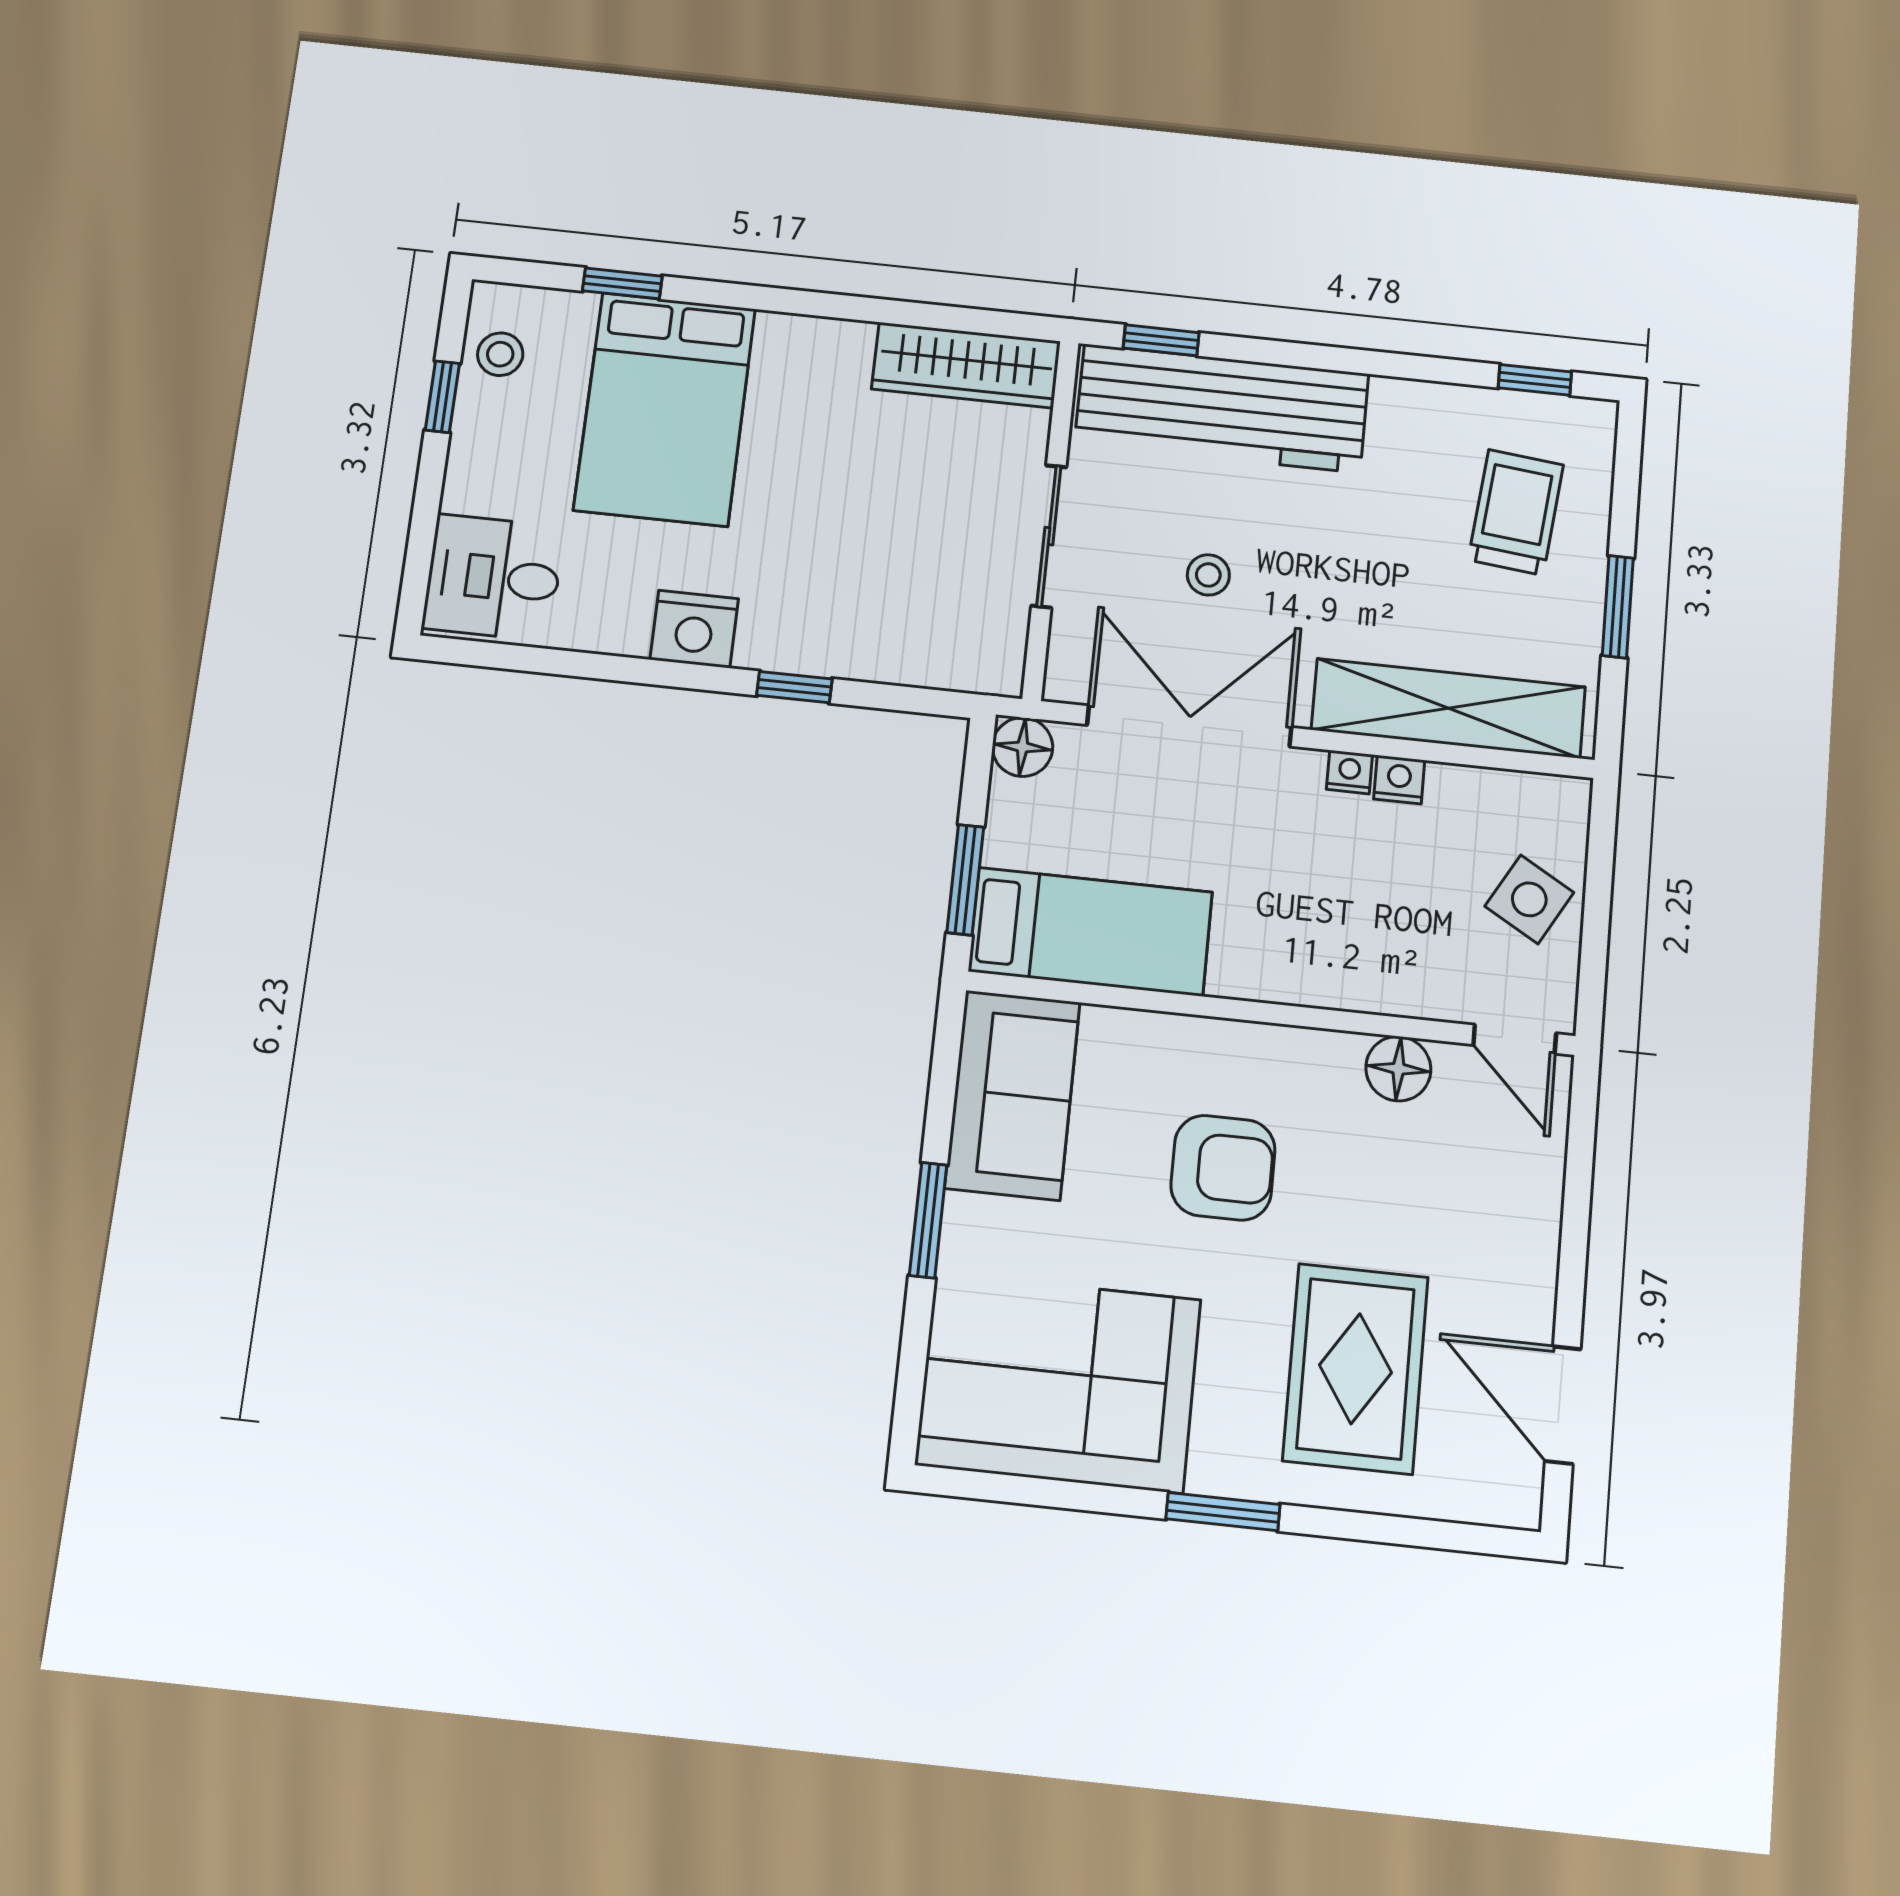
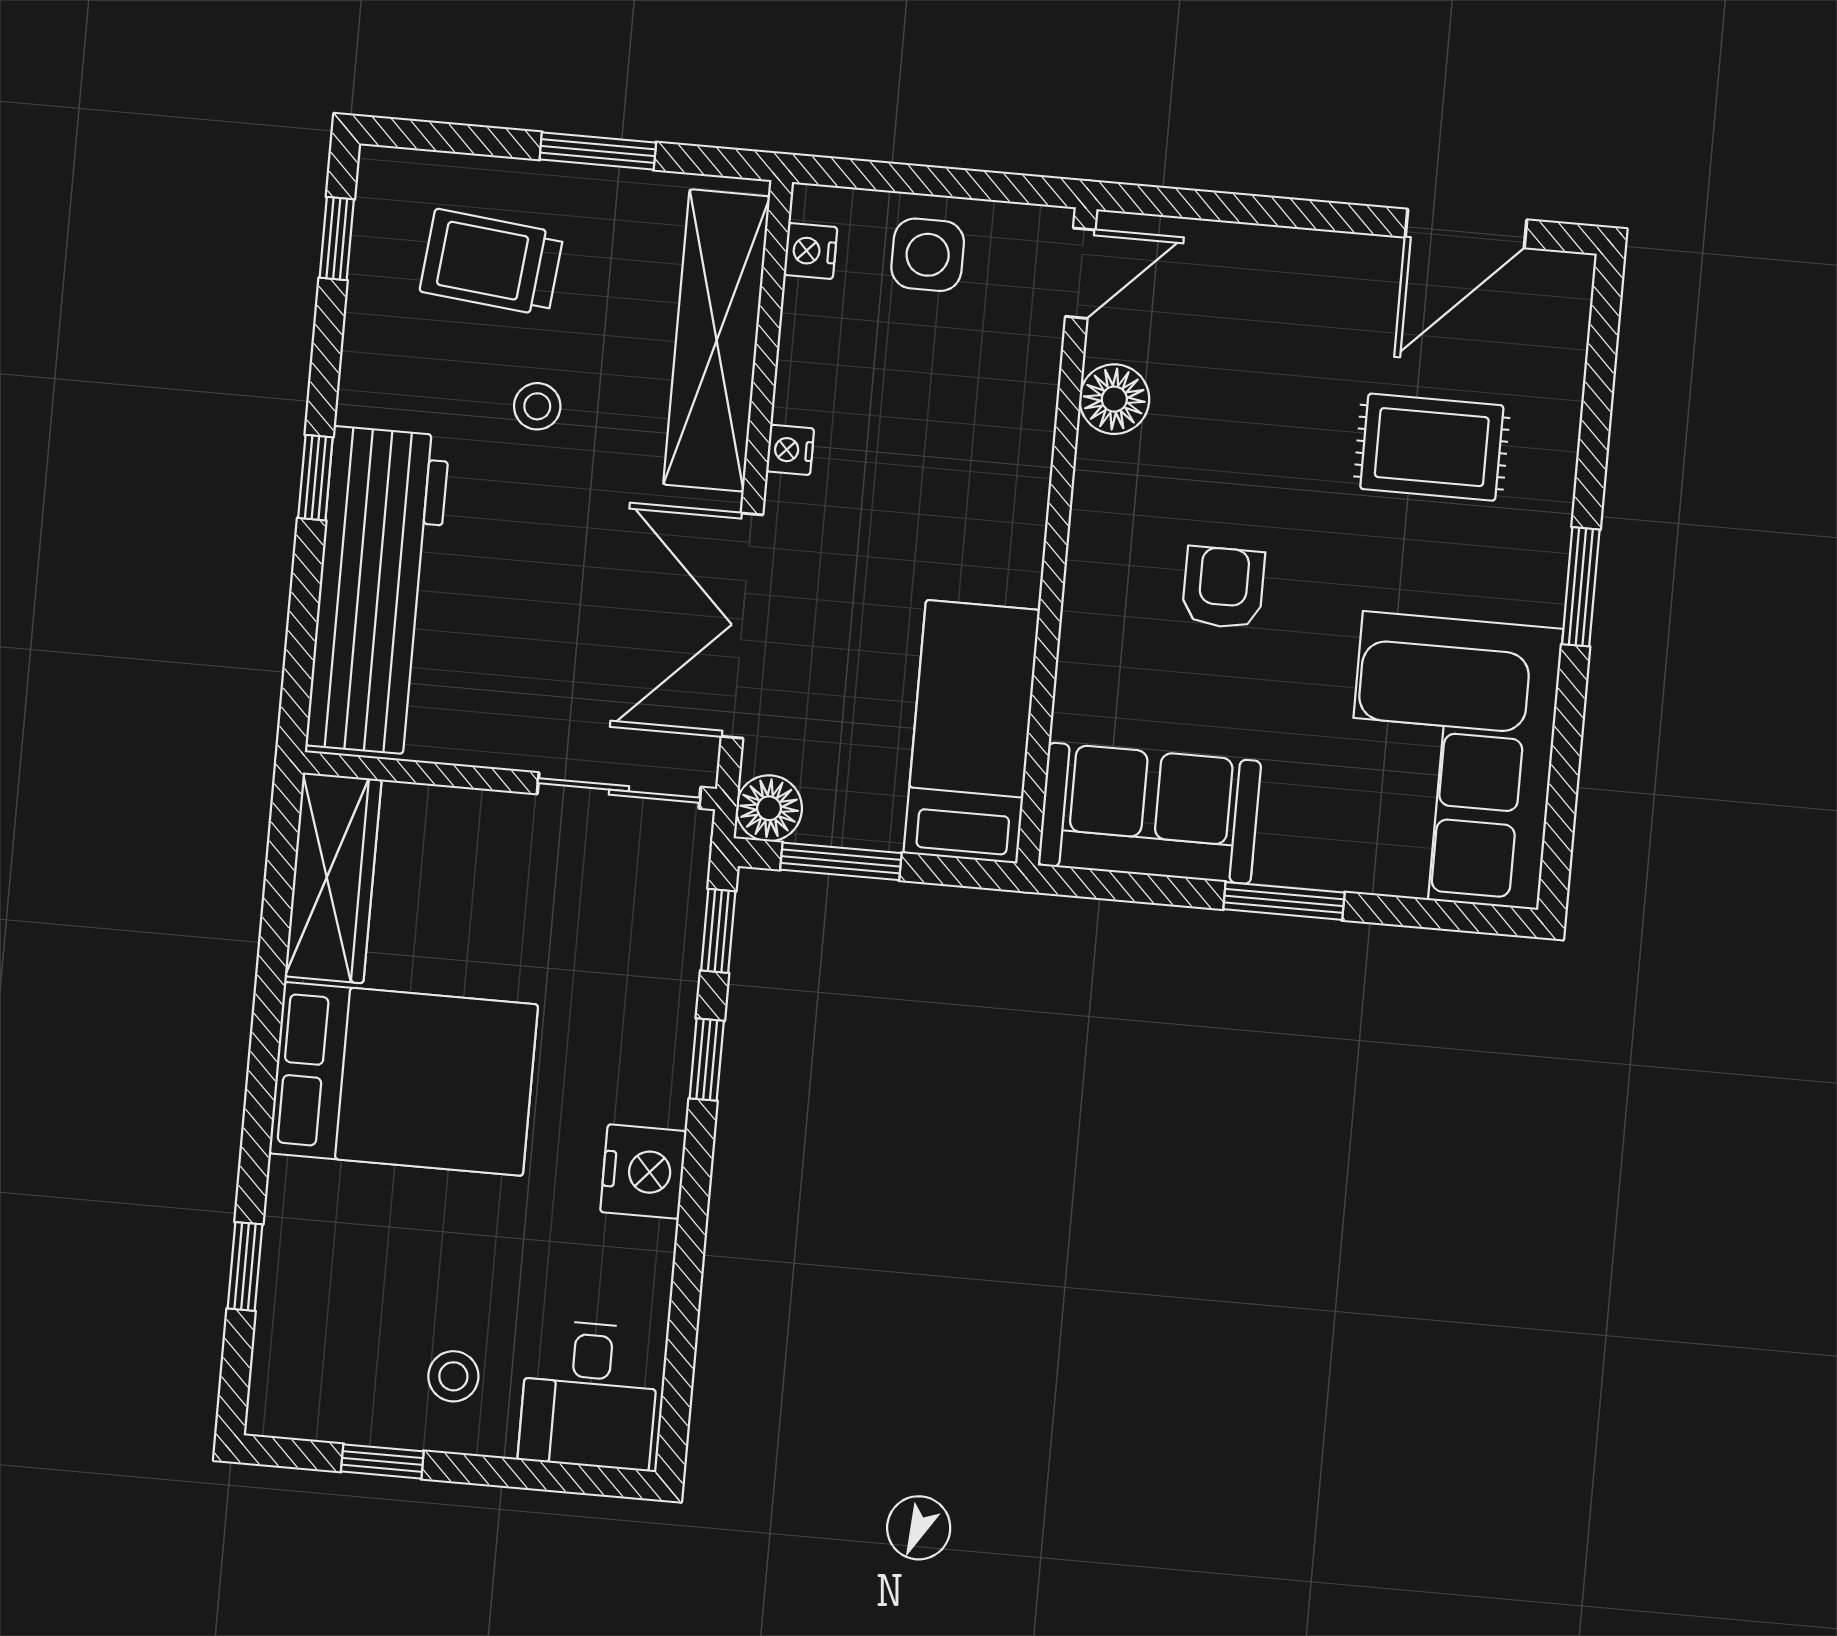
window: (1161, 340) -> (315, 478), moved
stool: (500, 354) -> (453, 1376), moved
bed: (665, 409) -> (403, 1079), moved
sliding door: (1049, 536) -> (619, 790), moved
stool: (1208, 575) -> (537, 406), moved
window: (911, 700) -> (718, 931), added
nightstand: (1399, 780) -> (810, 251), moved
window: (965, 880) -> (841, 861), moved
side table: (1529, 899) -> (928, 255), turned -30
armchair: (1223, 1168) -> (1223, 588), width x0.72, depth x0.72
rug: (1355, 1369) -> (1432, 447), width x0.73, depth x0.70

